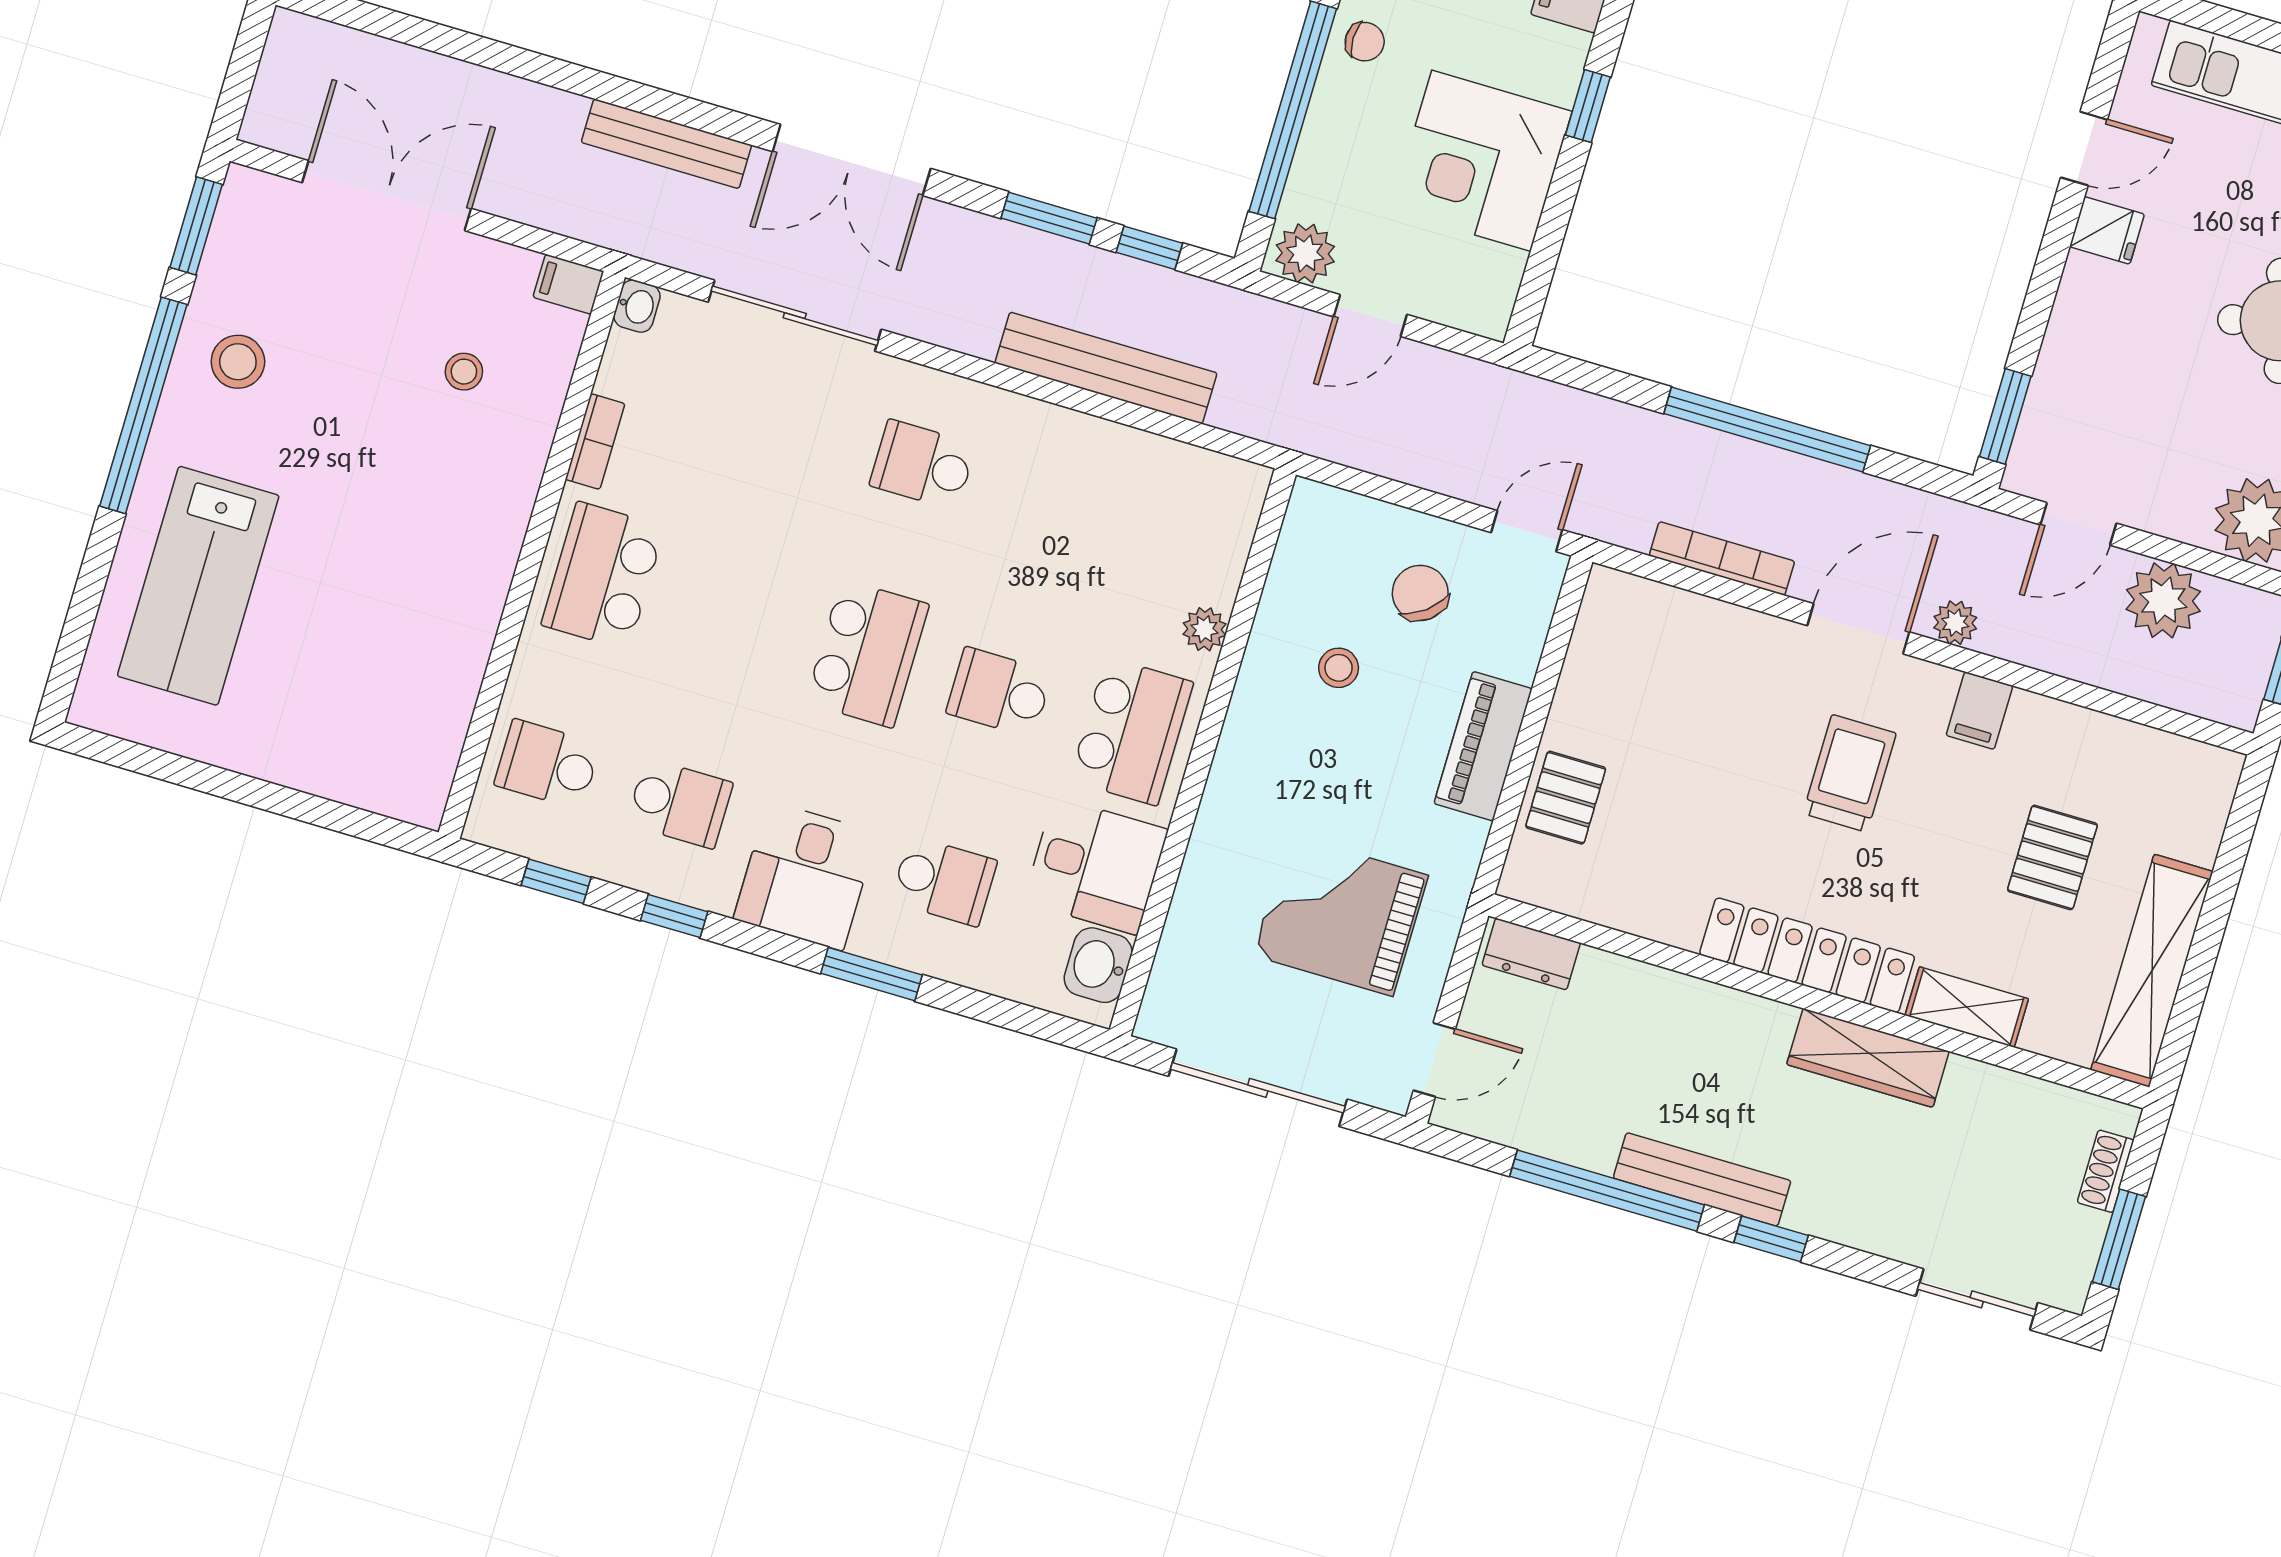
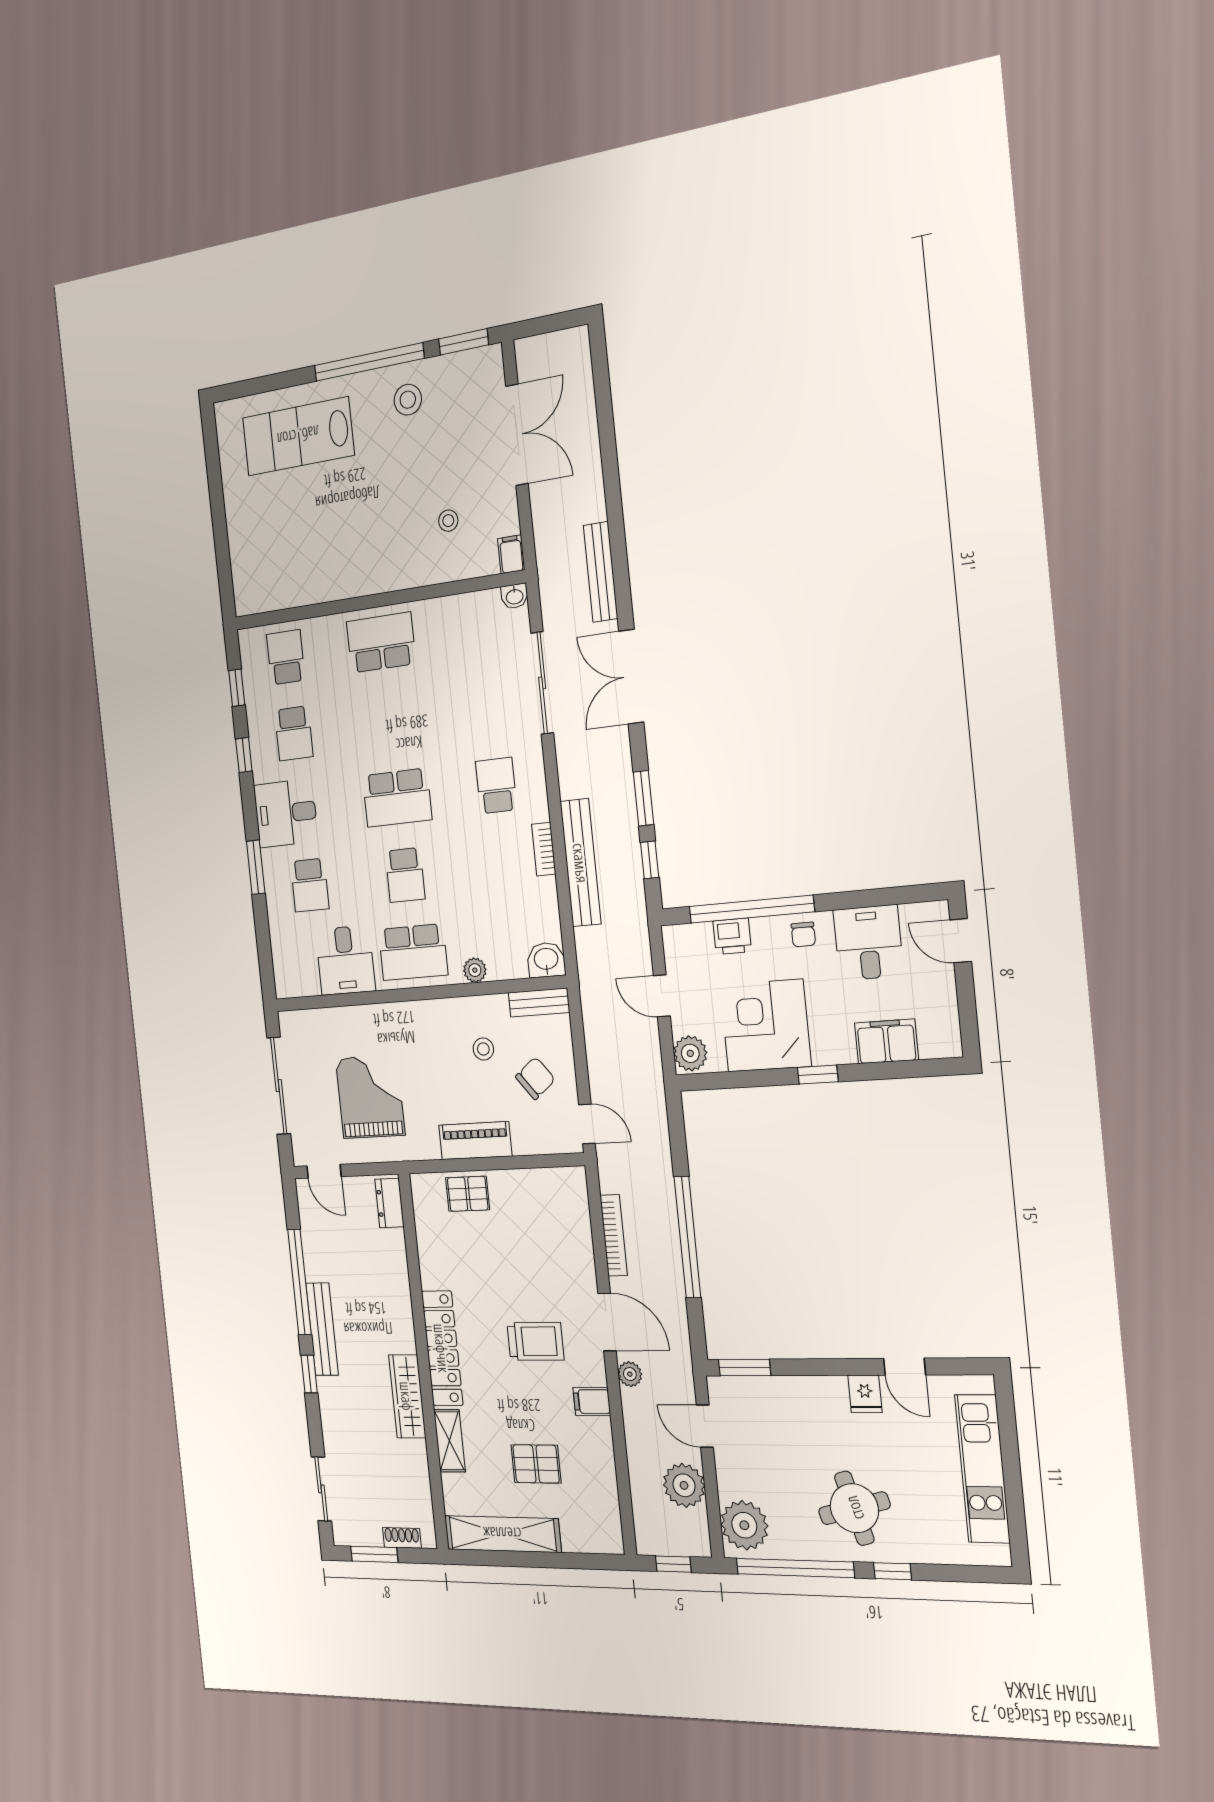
printer: (1322, 159) -> (732, 936), added
plant: (1305, 253) -> (690, 1053), moved
bookcase: (595, 442) -> (544, 849), moved, turned 90
bench: (1301, 535) -> (539, 1002), added
school desk: (999, 692) -> (405, 875), turned 180
washbasin: (1098, 965) -> (546, 960), moved

